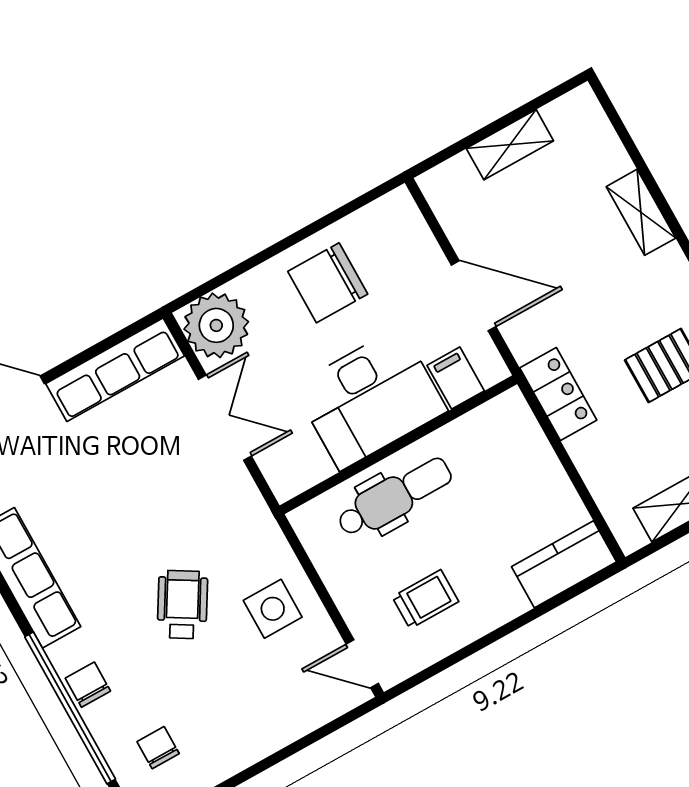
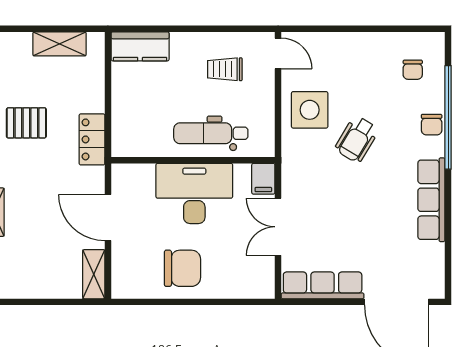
shelving: (510, 145) -> (94, 274), moved, turned 90
plant: (216, 325) -> (255, 279), removed
filing cabinet: (456, 378) -> (263, 179), moved
side table: (273, 609) -> (310, 110), width x1.37, depth x1.37

